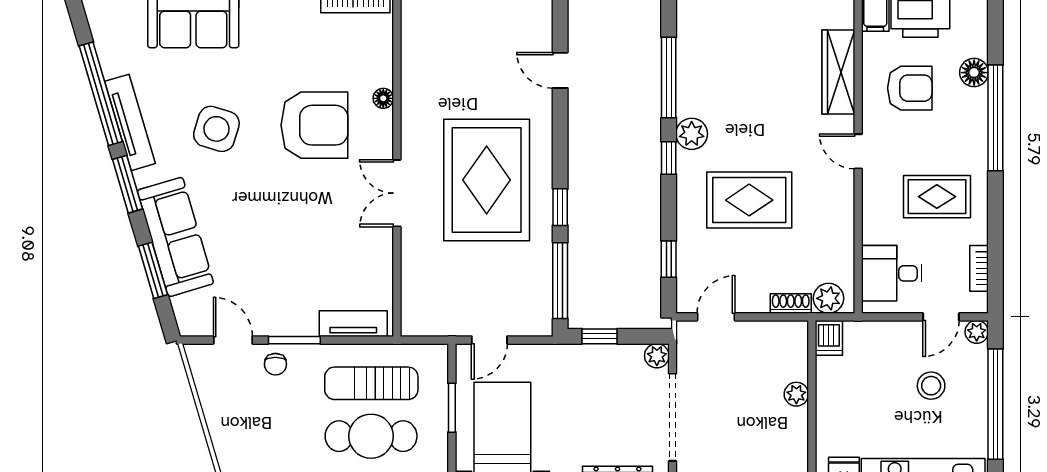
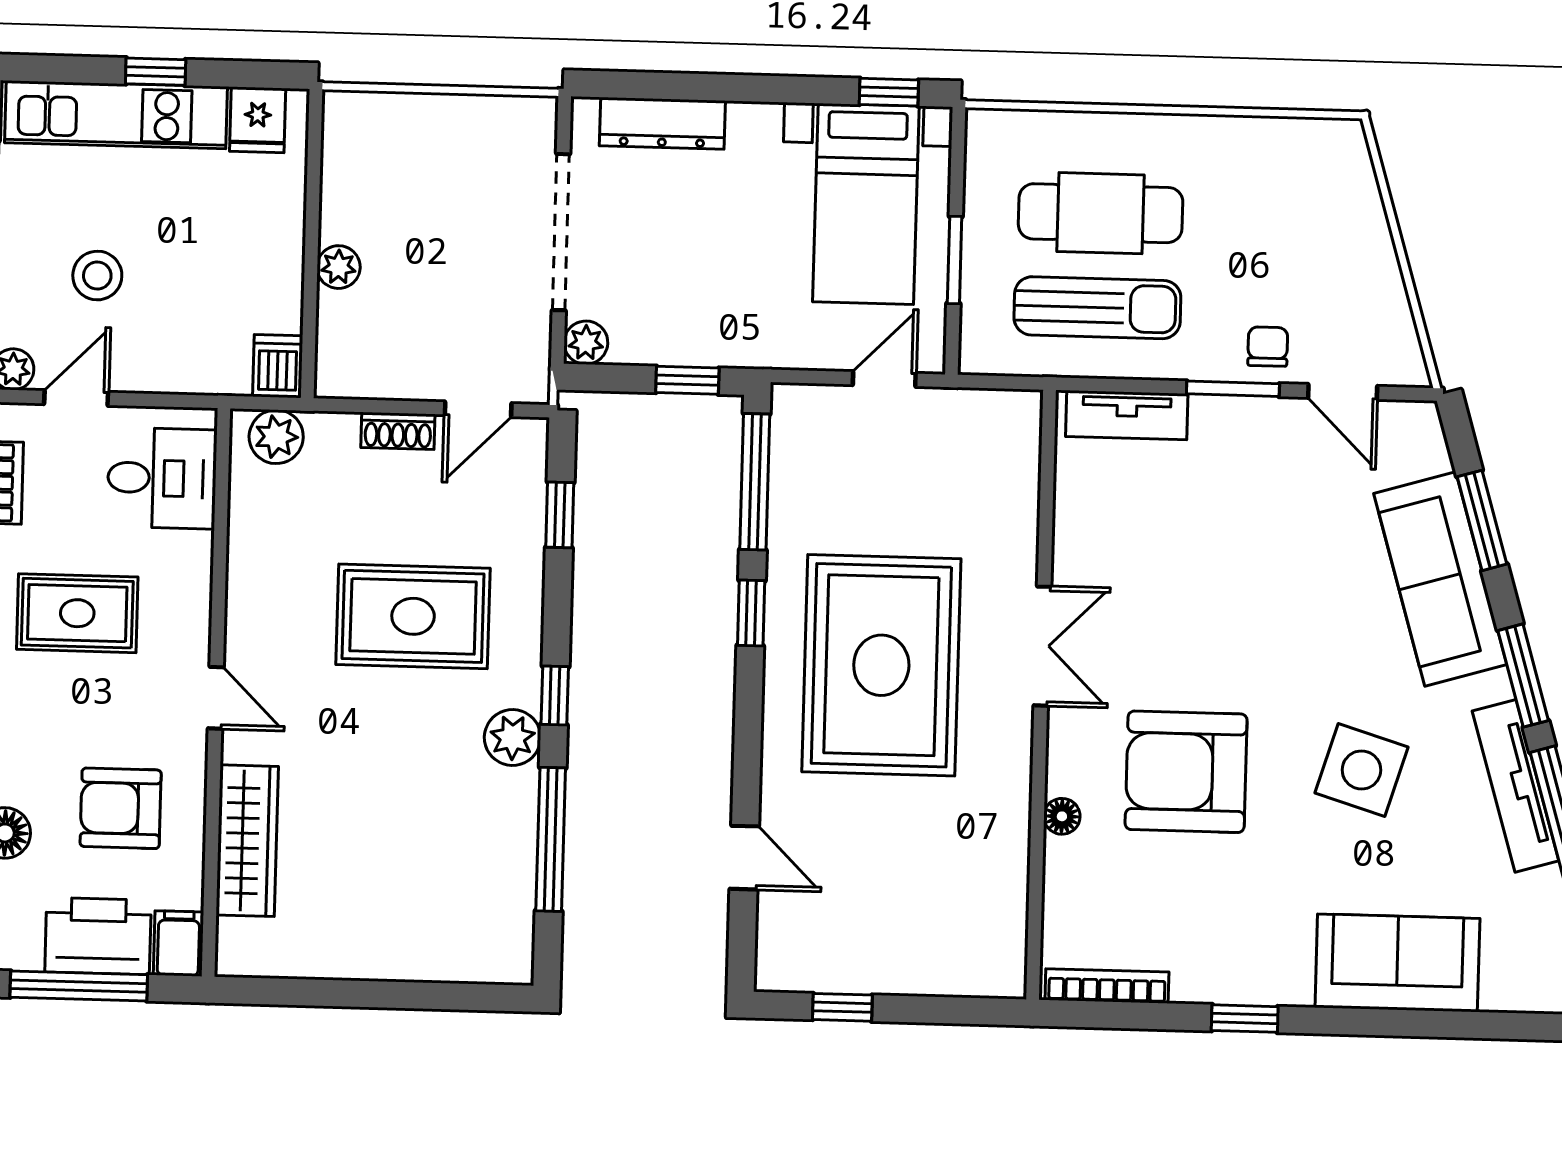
shoe rack: (791, 303) -> (398, 431), moved

